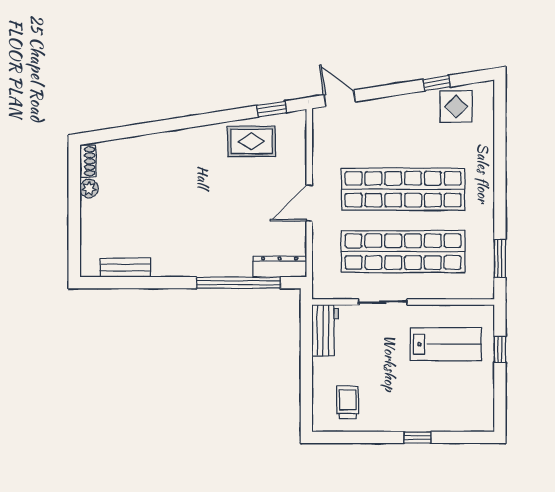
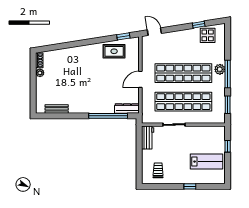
plant: (483, 181) -> (220, 69), added
window: (500, 191) -> (228, 74), added
lab bench: (446, 344) -> (207, 162), moved

